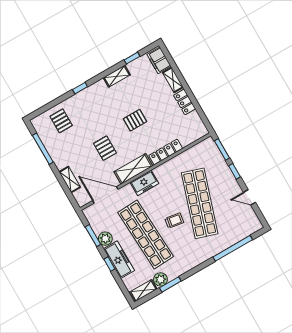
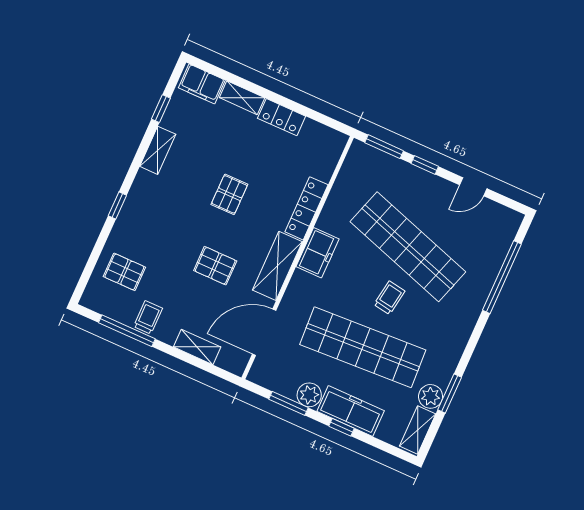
trolley: (57, 150) -> (148, 317), added
freezer: (144, 183) -> (318, 253), moved

